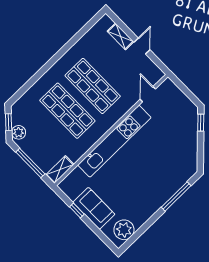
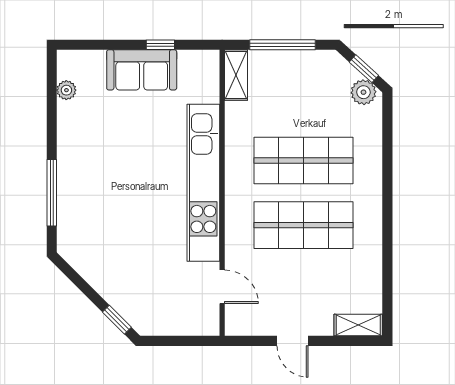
shelving: (120, 36) -> (358, 325), moved
plant: (19, 132) -> (363, 92), moved
plant: (124, 230) -> (66, 90), width x0.53, depth x0.53

